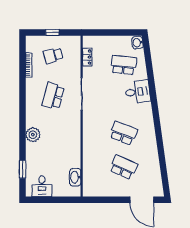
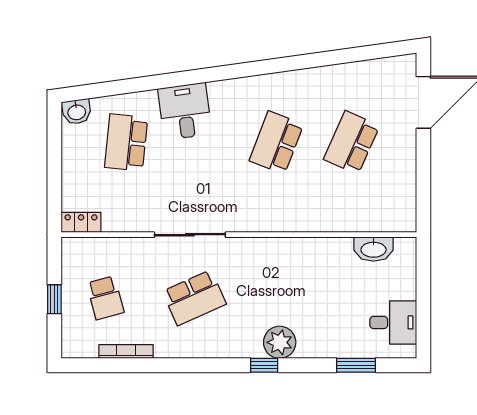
locker: (87, 57) -> (81, 222), moved
school desk: (53, 96) -> (194, 298), turned -39
window: (23, 128) -> (264, 365), added

